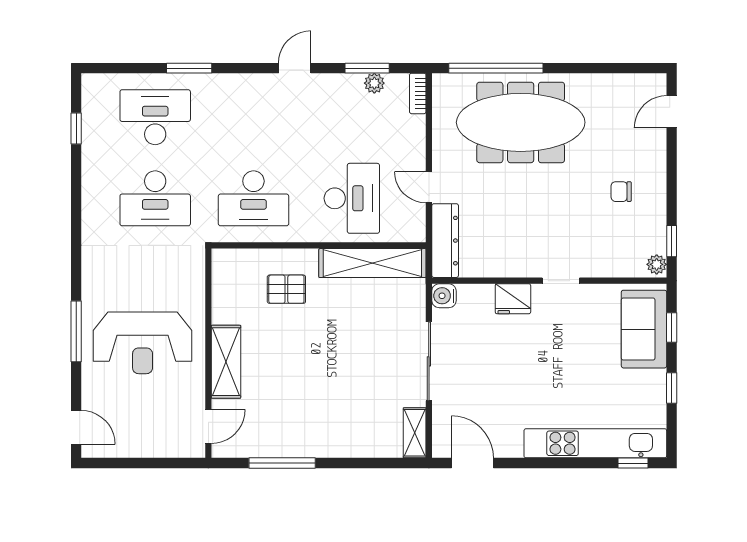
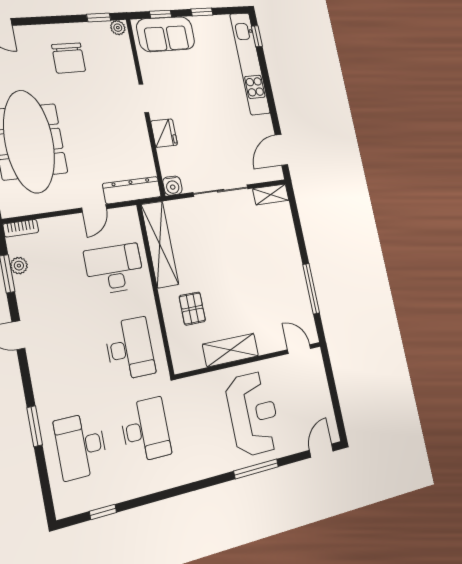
chair: (621, 192) -> (69, 58), width x1.87, depth x1.87
shelving: (226, 362) -> (231, 350), moved

